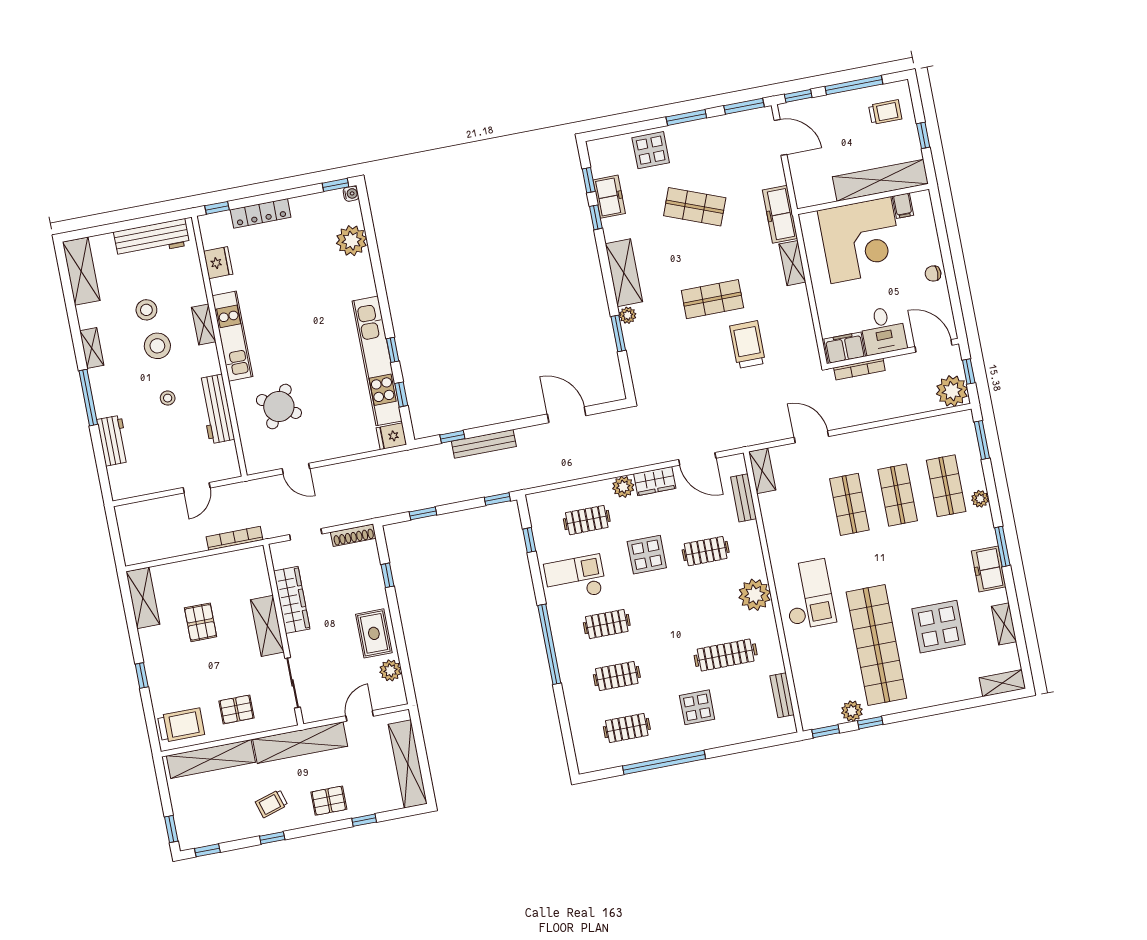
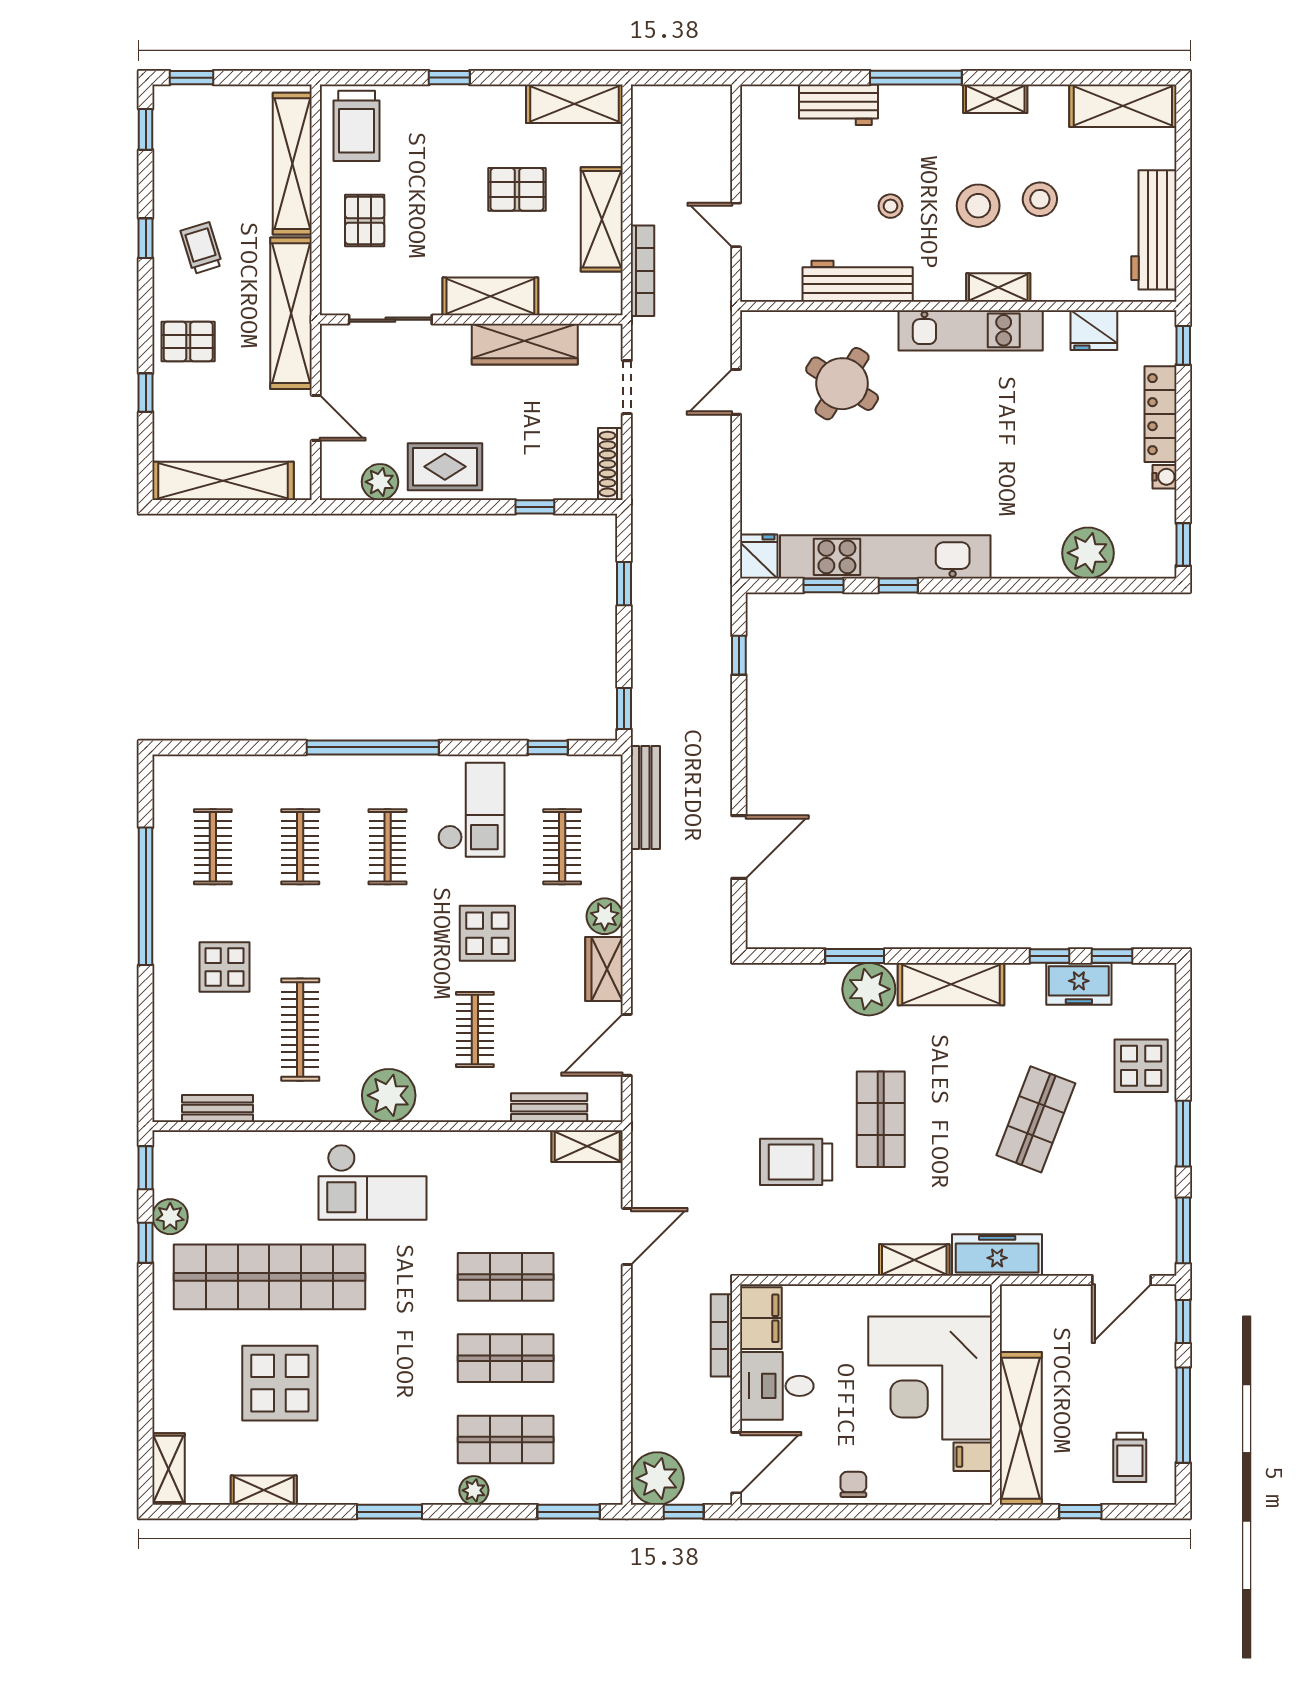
water cooler: (351, 194) -> (1164, 477), moved, turned -90
plant: (628, 315) -> (869, 989), width x1.88, depth x1.88
trolley: (748, 345) -> (796, 1162), turned 180
bench: (484, 444) -> (645, 797), moved
shelving: (209, 568) -> (602, 219), added
freezer: (989, 569) -> (358, 1482), removed
pallet: (329, 801) -> (188, 341), turned 90

